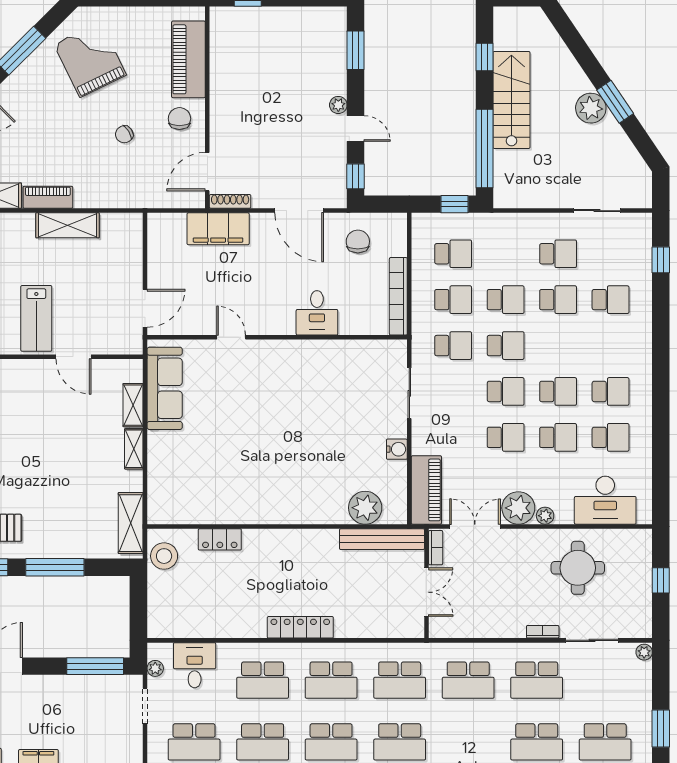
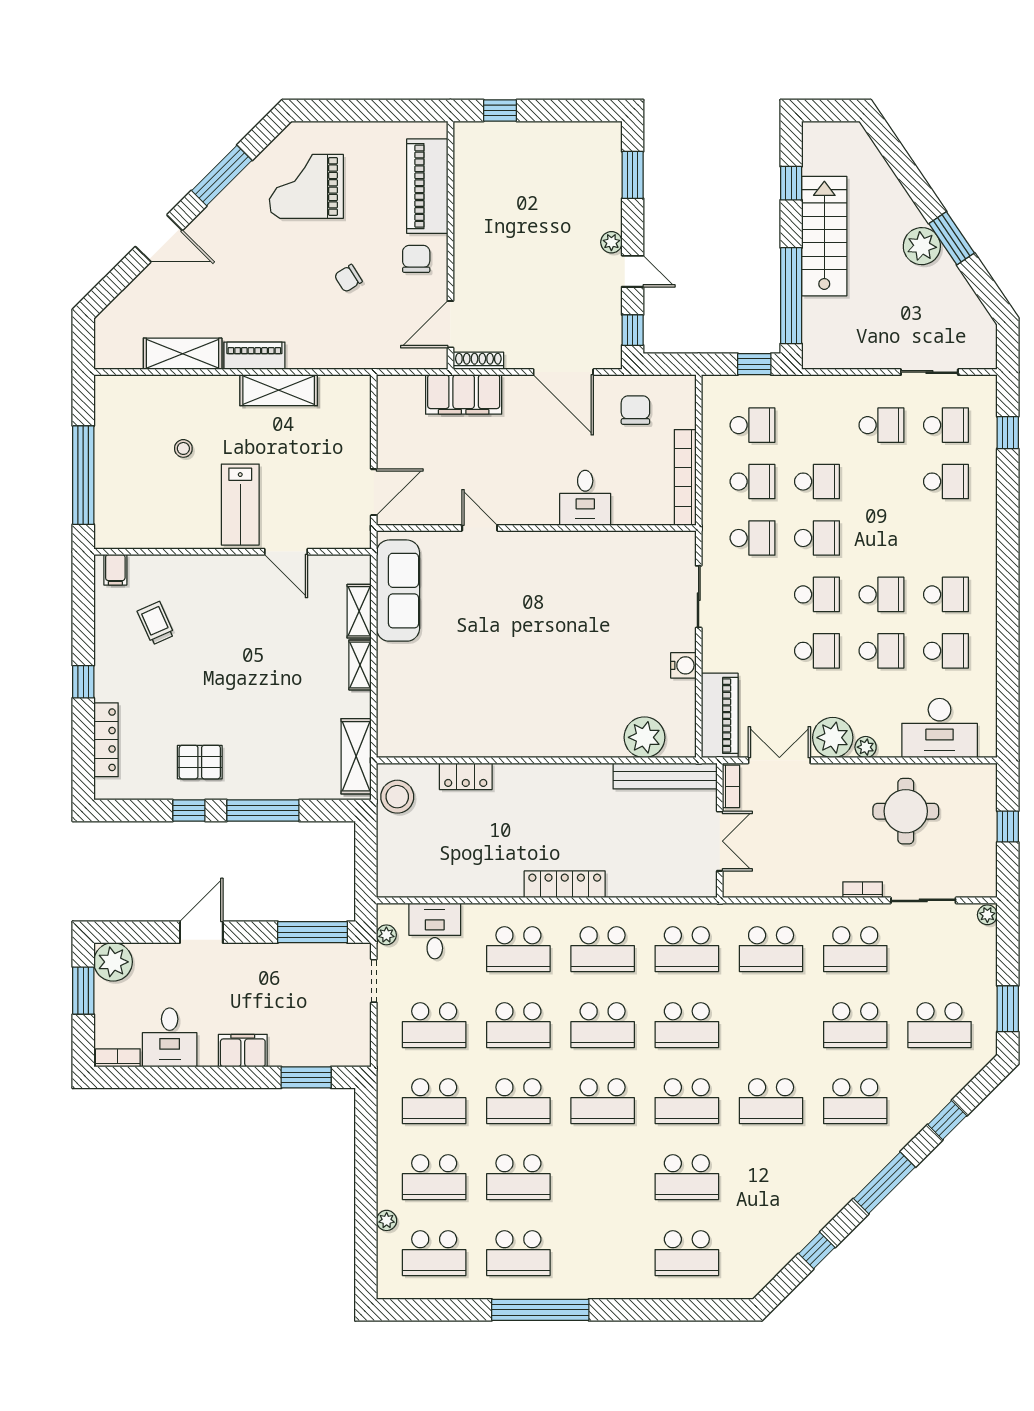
grand piano: (90, 60) -> (306, 186), turned -64
school desk: (558, 300) -> (946, 425), moved

